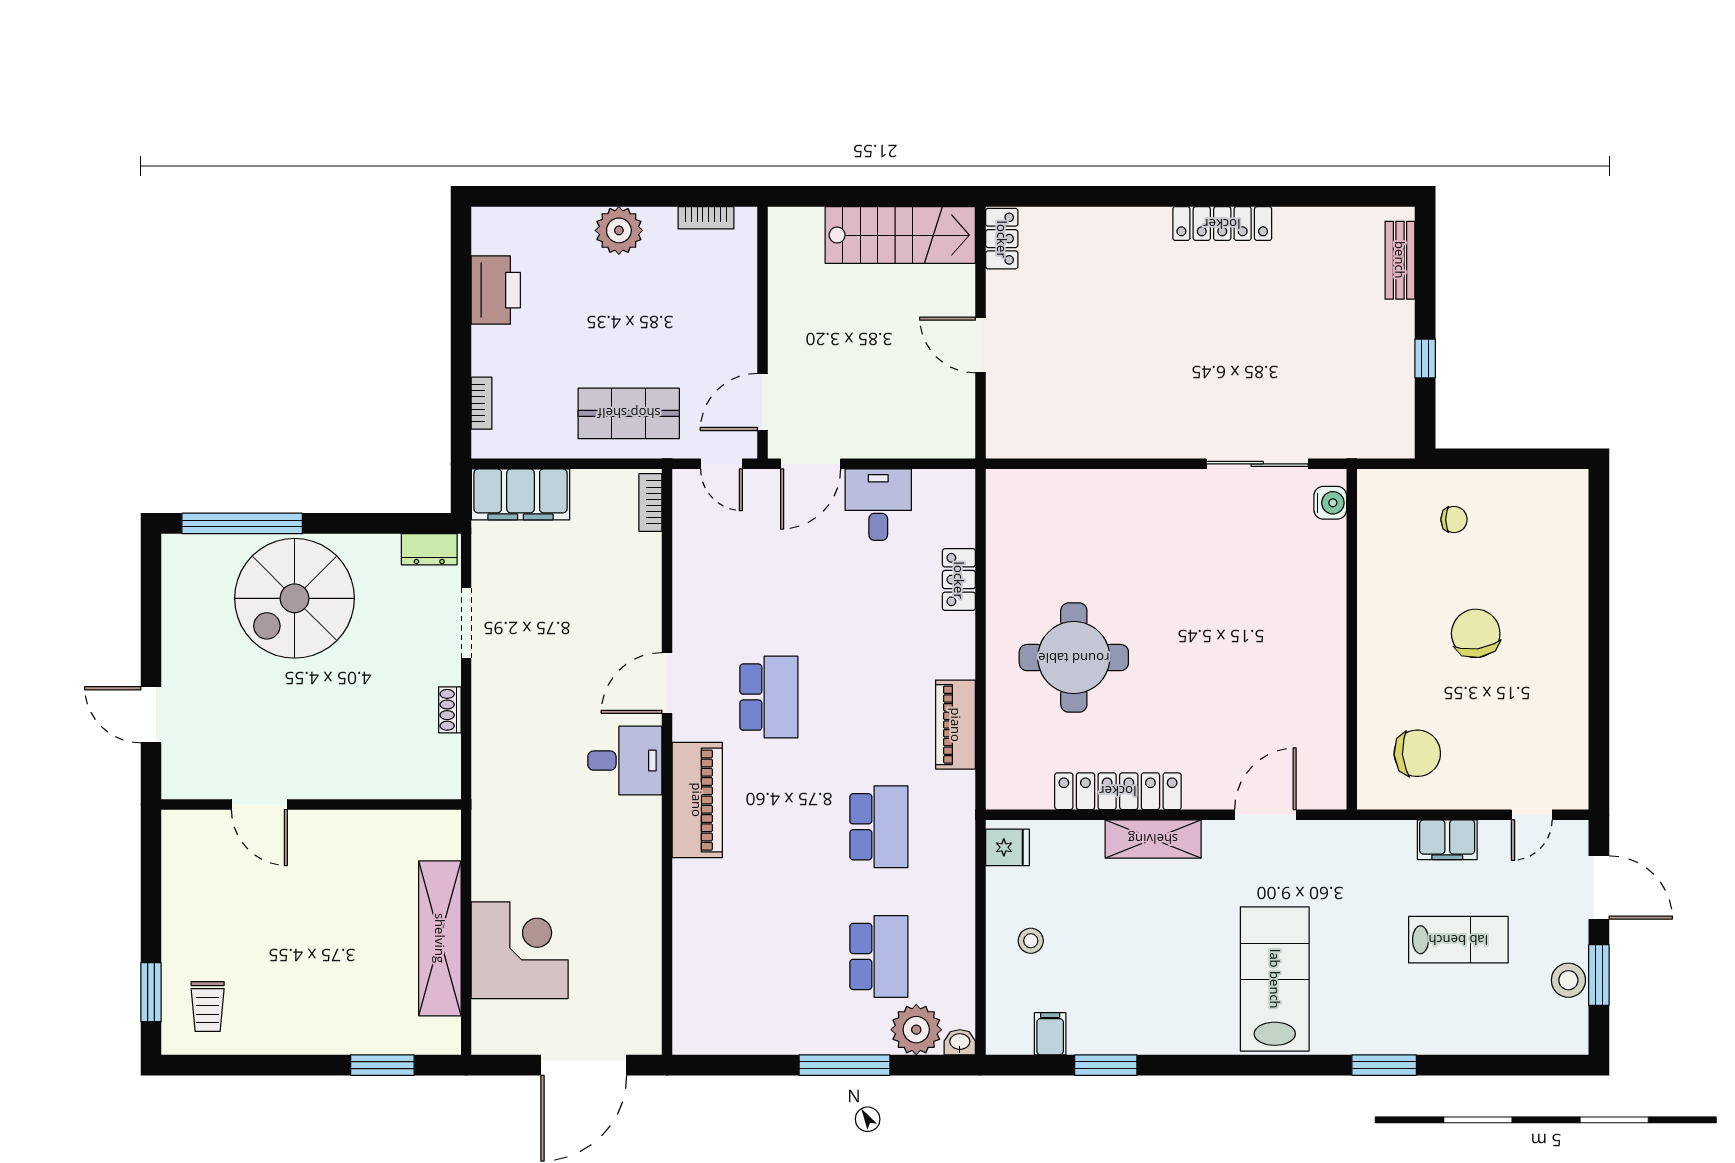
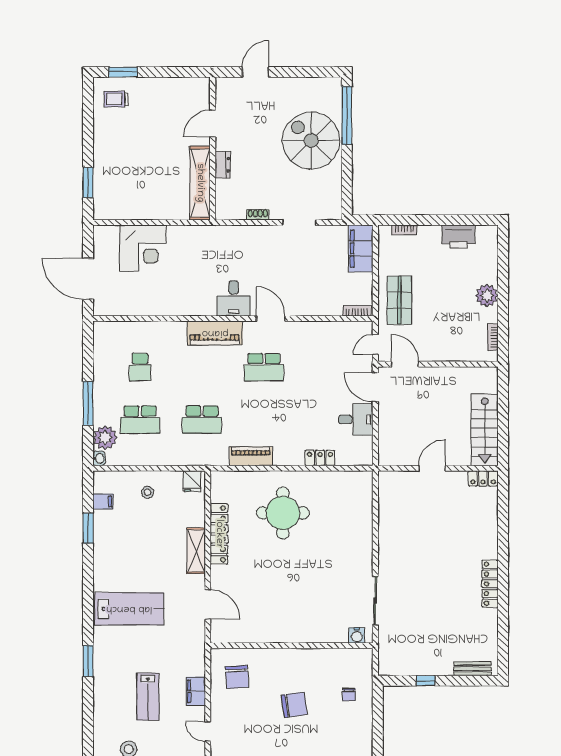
dresser: (429, 549) -> (222, 165), moved, turned 180
shelving: (440, 938) -> (200, 183), moved, turned 90
school desk: (769, 956) -> (140, 367), added

